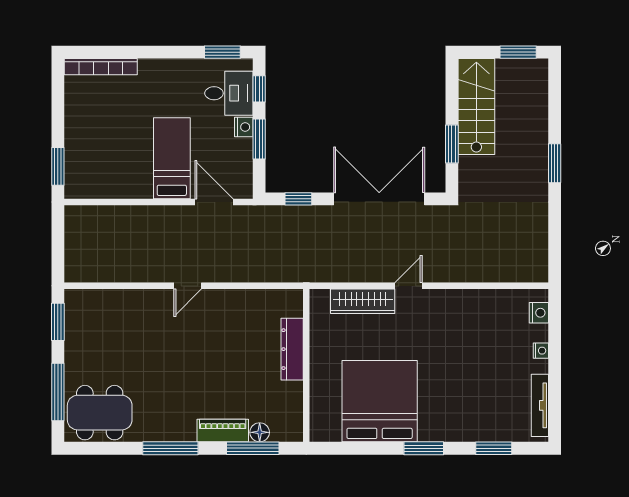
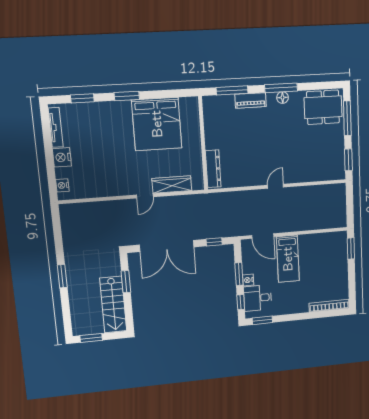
dresser: (292, 349) -> (213, 169), moved
nightstand: (541, 351) -> (62, 157), width x1.89, depth x1.79
floor lamp: (260, 432) -> (283, 98), moved

